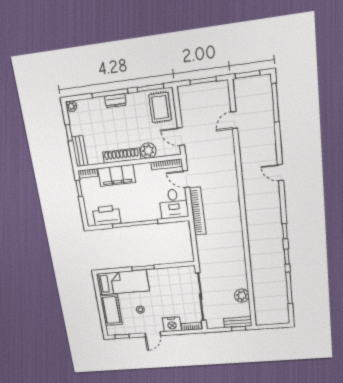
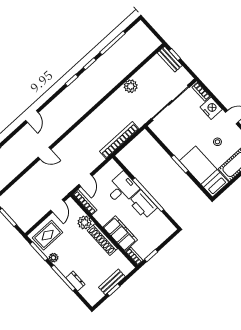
dresser: (115, 101) -> (75, 281), moved
plant: (71, 106) -> (53, 258), moved
door: (234, 120) -> (45, 153), moved
bench: (80, 151) -> (112, 282), moved
desk: (174, 204) -> (122, 189), moved
bookcase: (198, 211) -> (119, 140), moved
printer: (107, 215) -> (143, 204), moved
plant: (242, 296) -> (131, 86), moved

